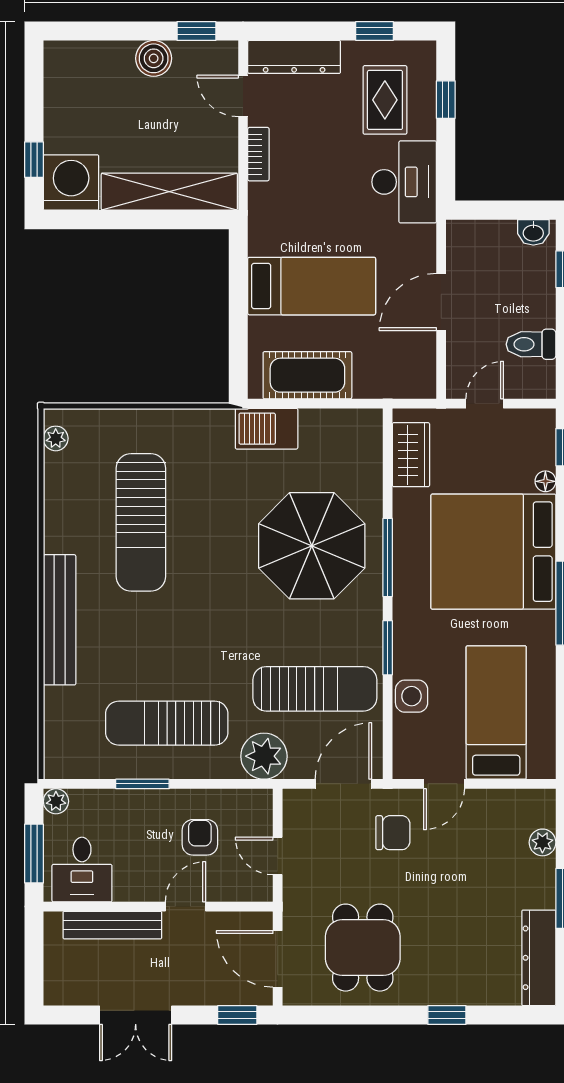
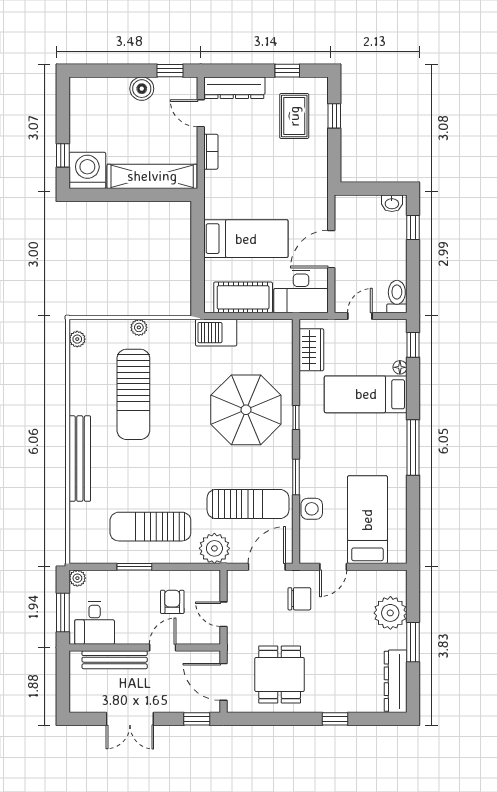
desk: (404, 182) -> (301, 292), moved, turned 90
toilet: (531, 344) -> (397, 297), moved, turned 90
plant: (149, 421) -> (139, 327), added
bed: (493, 552) -> (366, 394), width x0.49
window: (388, 557) -> (296, 417), width x0.46
plant: (542, 842) -> (390, 613), width x1.88, depth x1.88

